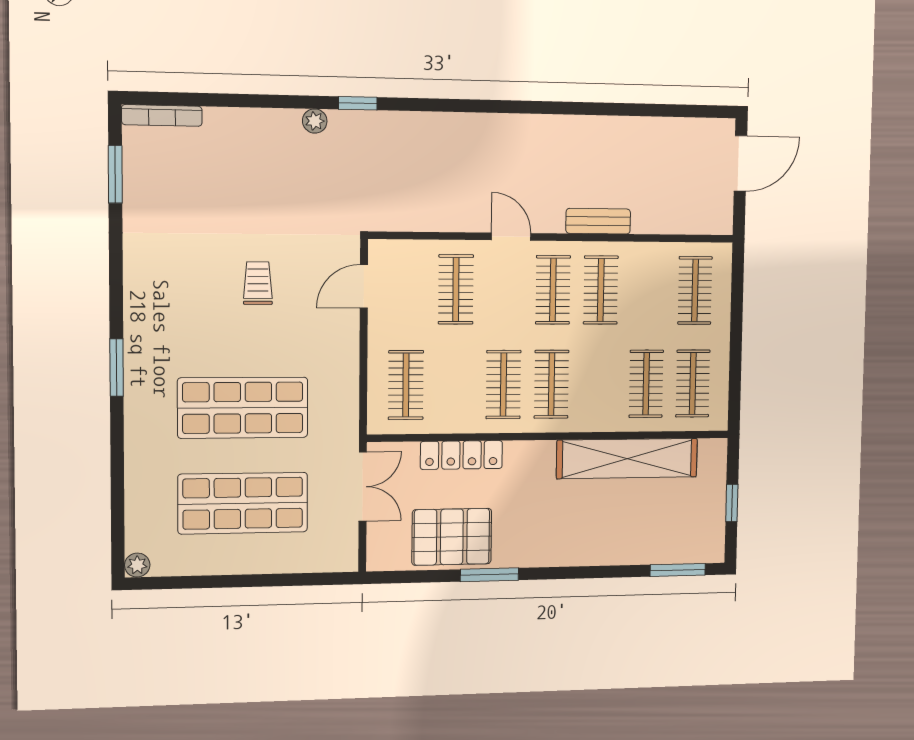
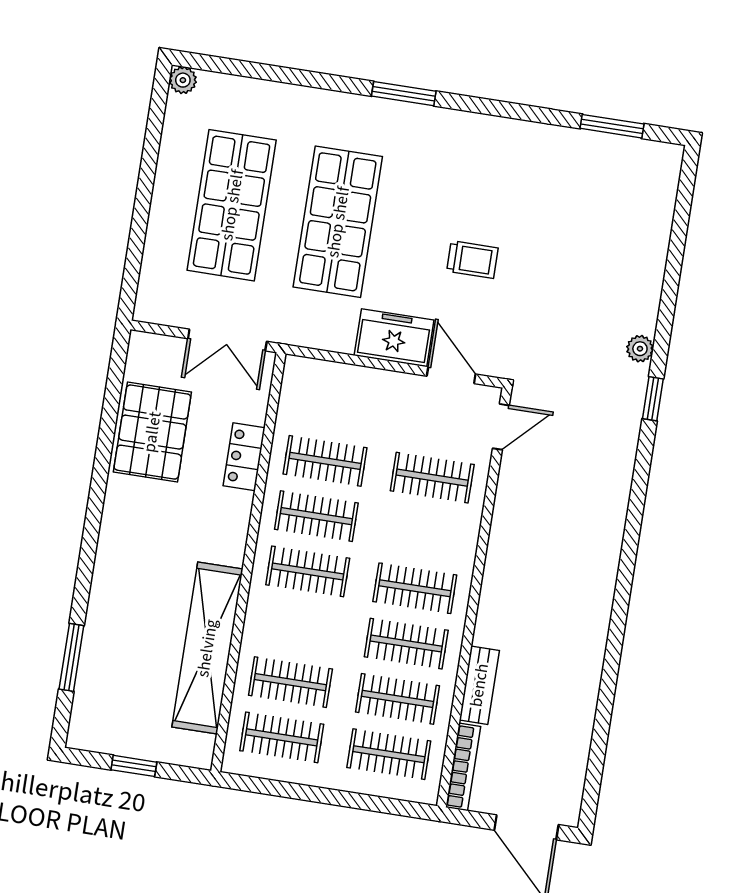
bookcase: (162, 115) -> (463, 767), moved, turned 180
bench: (598, 221) -> (479, 685), moved
door: (511, 237) -> (501, 427), moved
clothes rail: (648, 290) -> (398, 699), added
freezer: (338, 342) -> (394, 338), added
clothes rail: (406, 385) -> (325, 461), moved
locker: (461, 455) -> (244, 457), width x0.66
window: (678, 570) -> (71, 657), moved
window: (490, 575) -> (101, 469), removed

